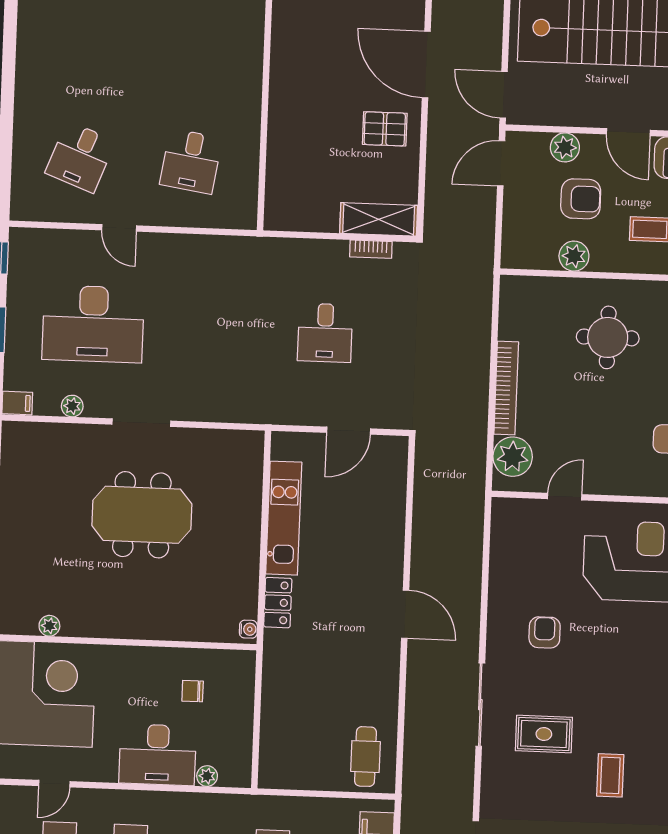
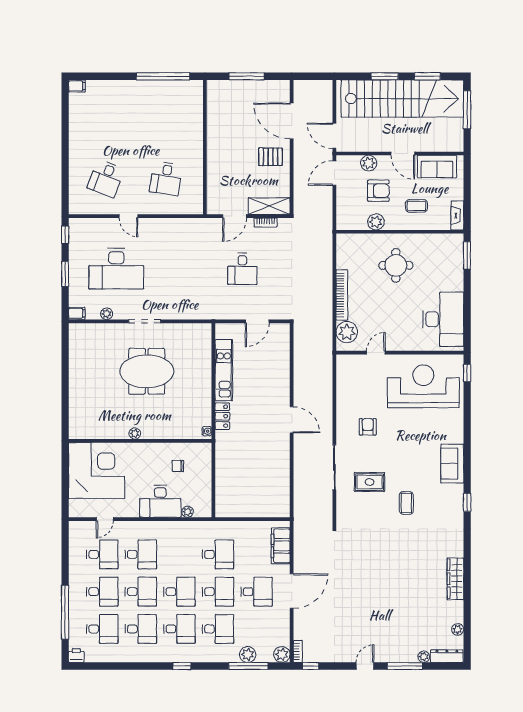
door: (314, 235) -> (235, 216), added
plant: (49, 626) -> (135, 434), moved
cafe table: (365, 757) -> (273, 498), removed

